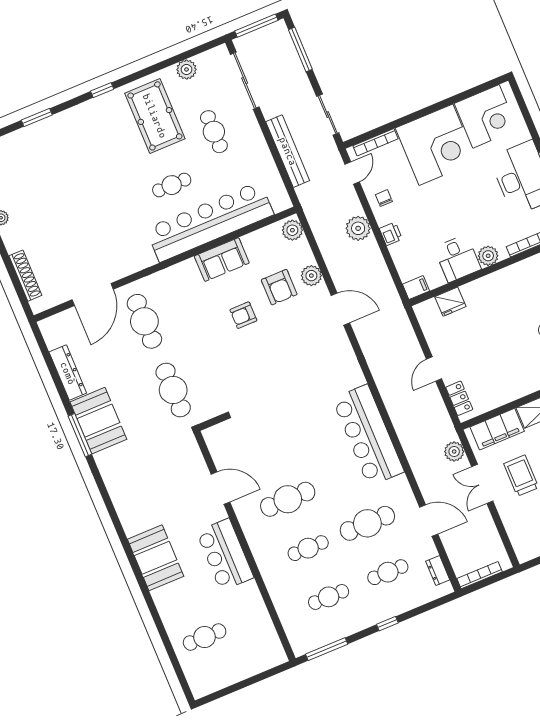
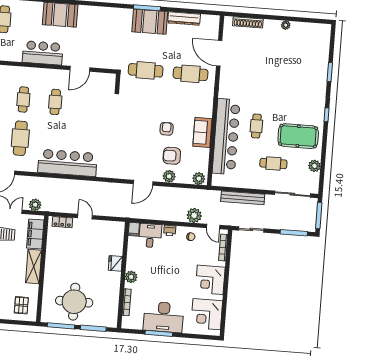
corner desk: (436, 145) -> (210, 280), width x0.74, depth x0.74
plant: (358, 228) -> (194, 215), moved
desk: (457, 258) -> (150, 236), moved, turned 90
fridge: (450, 302) -> (115, 263), moved
cafe table: (288, 499) -> (55, 102), width x0.73, depth x0.74

